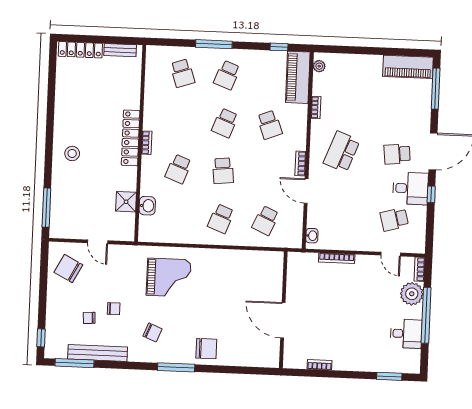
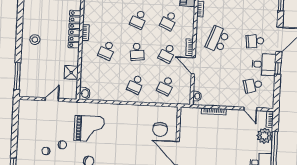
school desk: (270, 125) -> (169, 21), turned 45
school desk: (268, 173) -> (167, 53), added
washbasin: (147, 206) -> (85, 94), moved
door: (98, 242) -> (52, 99), swing flipped
chair: (68, 268) -> (160, 129), moved, turned -118
grand piano: (169, 277) -> (89, 129), moved

